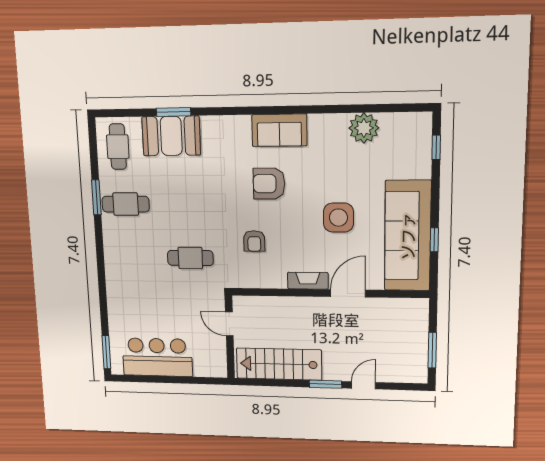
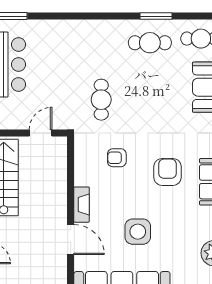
cafe table: (126, 204) -> (150, 43), turned 90

